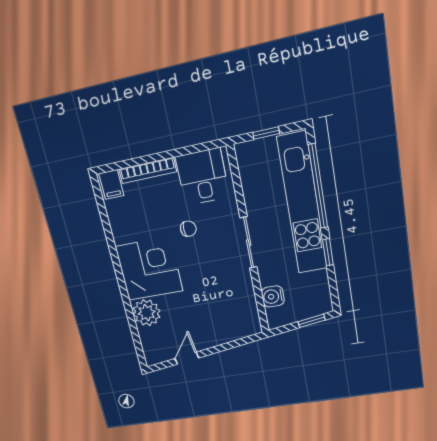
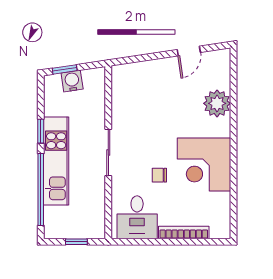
filing cabinet: (111, 185) -> (219, 227), removed
kitchen unit: (302, 204) -> (56, 161), width x0.73
corner desk: (149, 269) -> (204, 164), moved
water cooler: (273, 296) -> (72, 81), moved, turned -98

